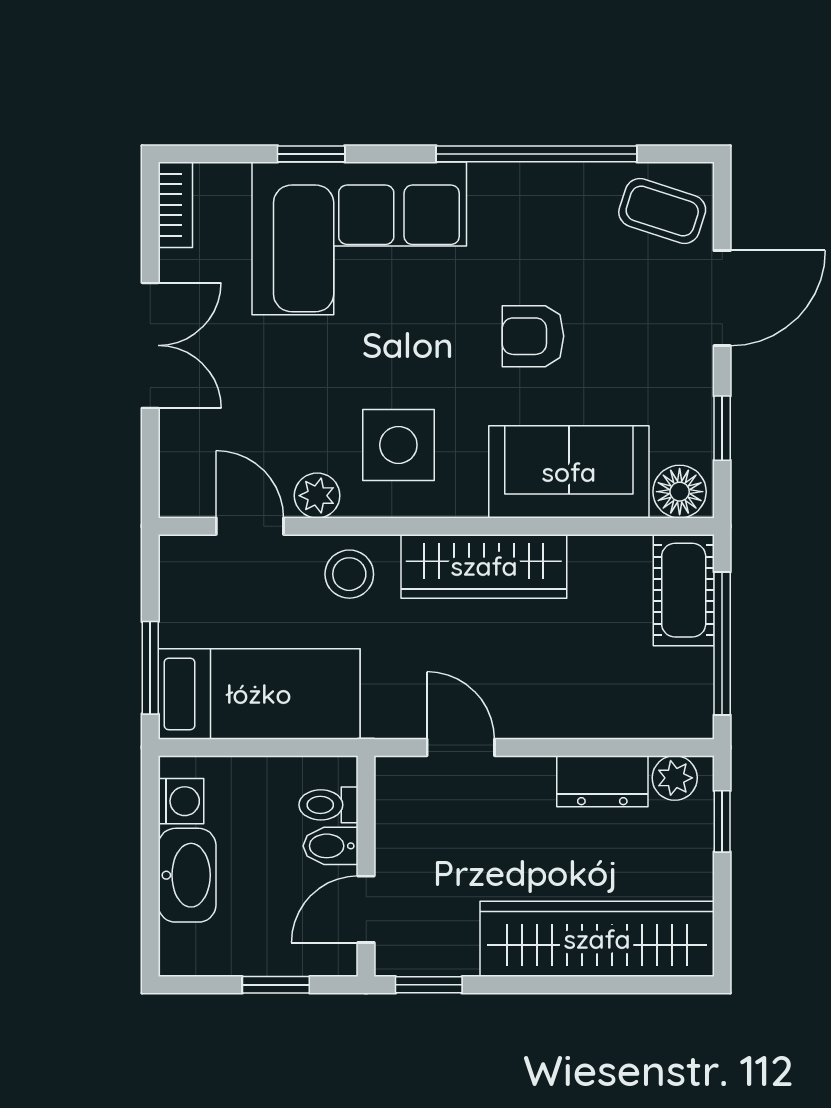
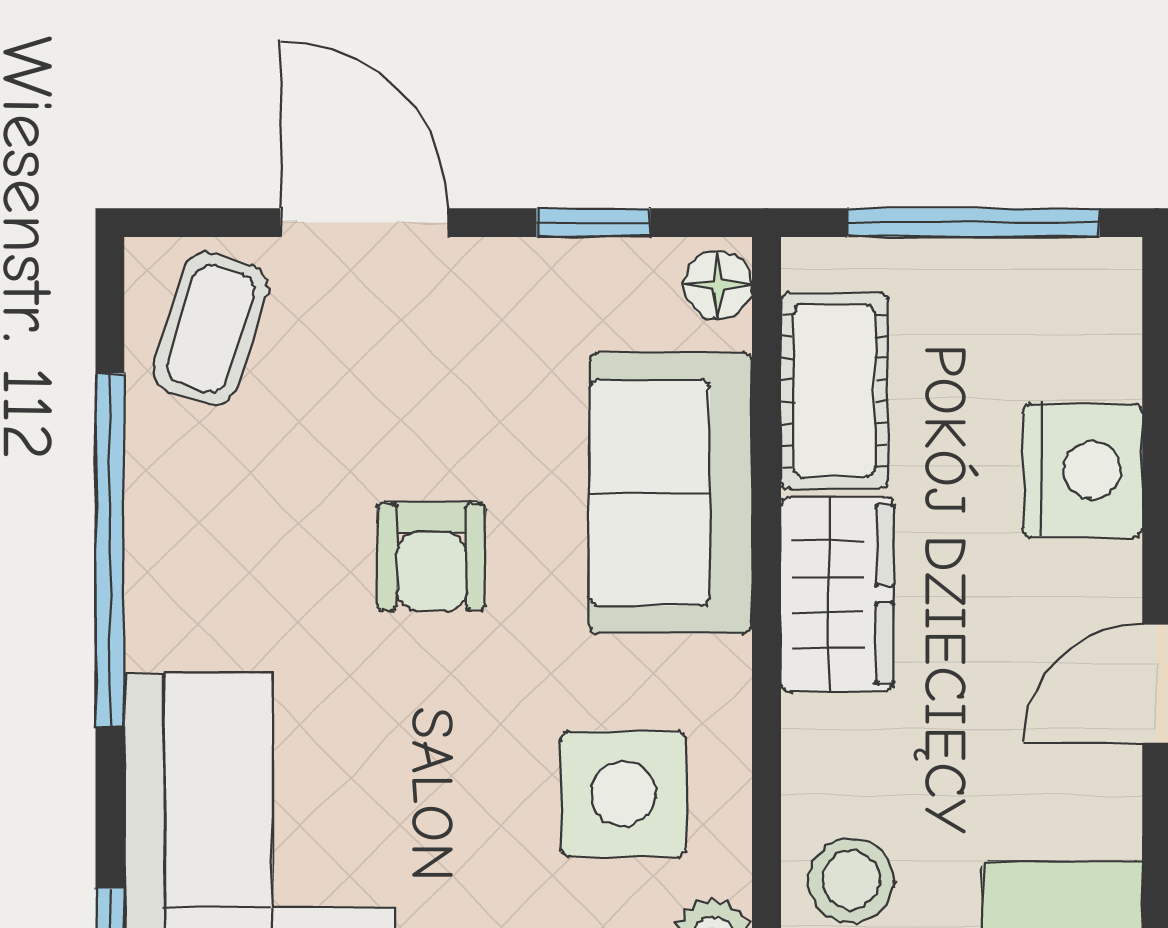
floor lamp: (680, 492) -> (718, 285), width x0.73, depth x0.73
wardrobe: (484, 566) -> (837, 594), width x0.67
cot: (684, 590) -> (834, 391), moved, turned 90
nightstand: (582, 705) -> (1083, 470), added

